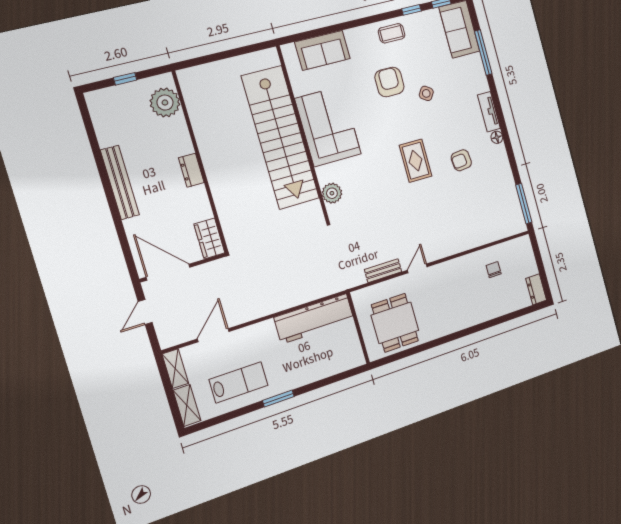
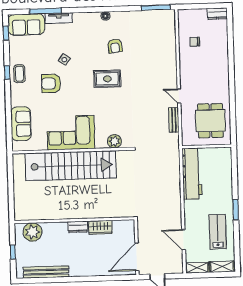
window: (411, 10) -> (7, 73), moved
tv unit: (489, 112) -> (59, 18), moved
bench: (120, 182) -> (46, 272), moved
wardrobe: (209, 239) -> (100, 227), moved
dining table: (395, 323) -> (210, 121), turned 90

